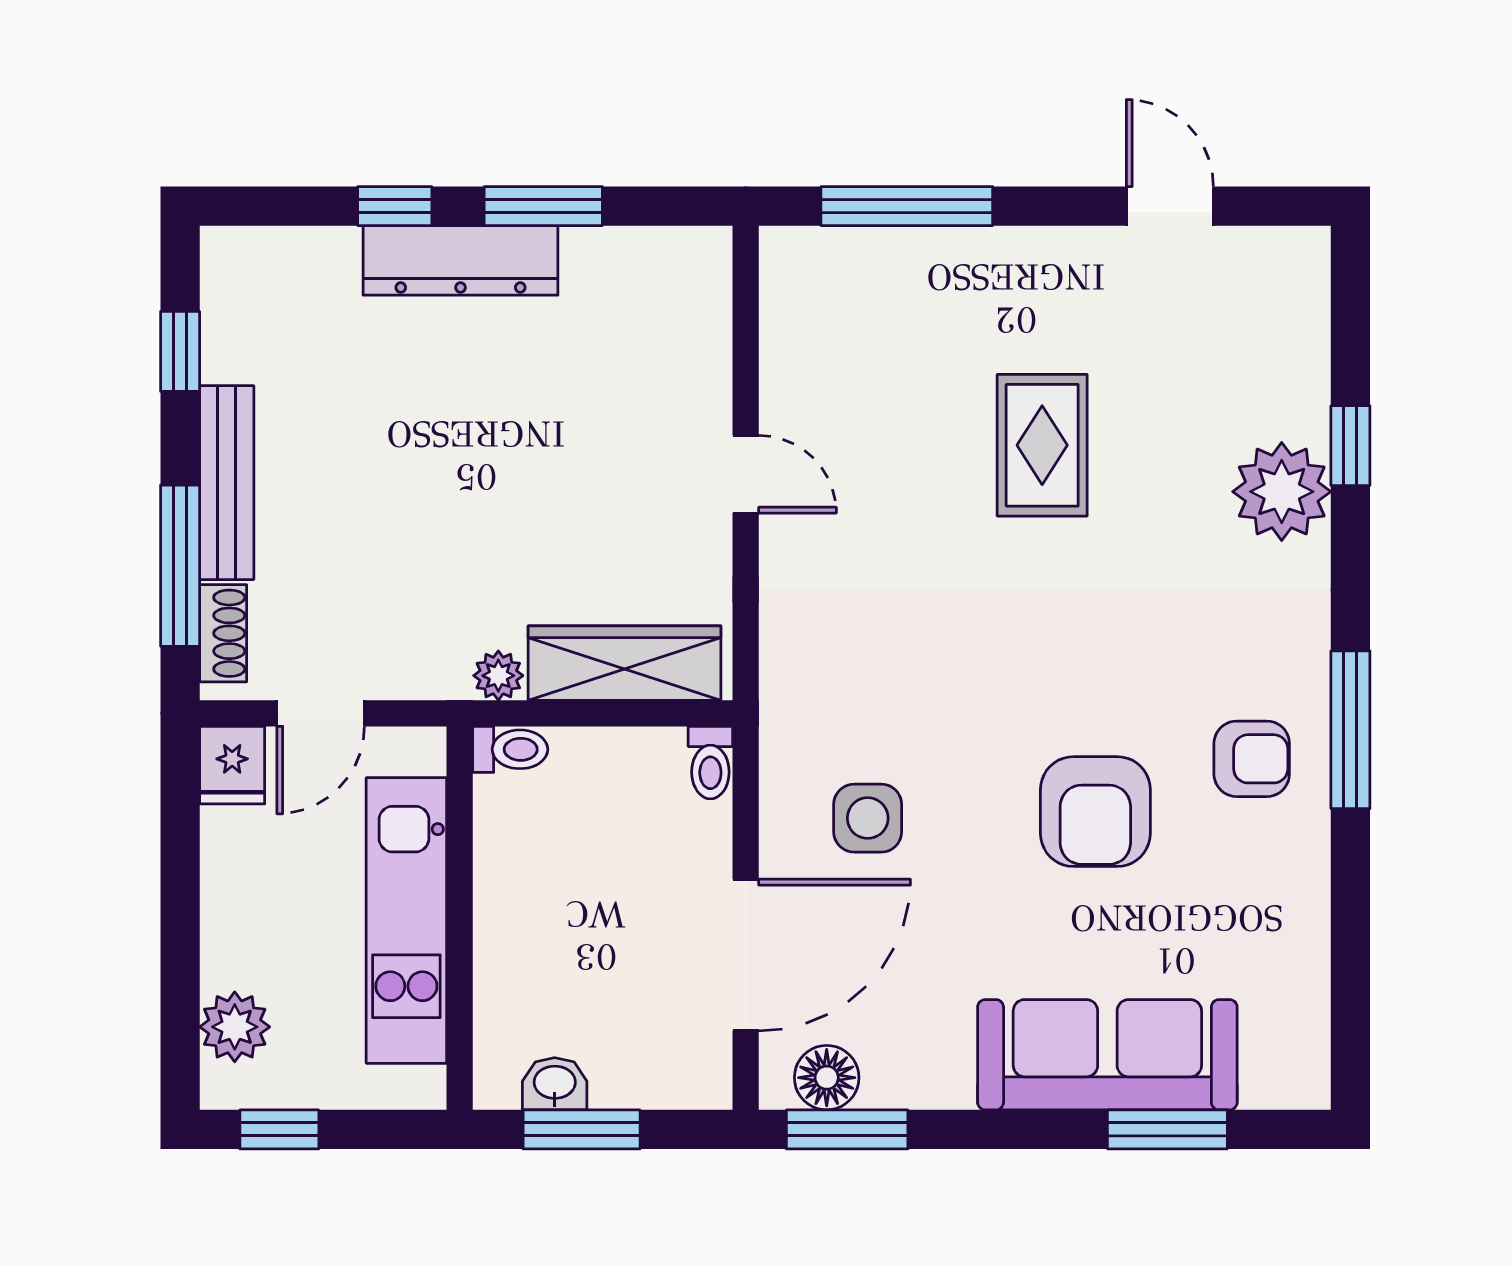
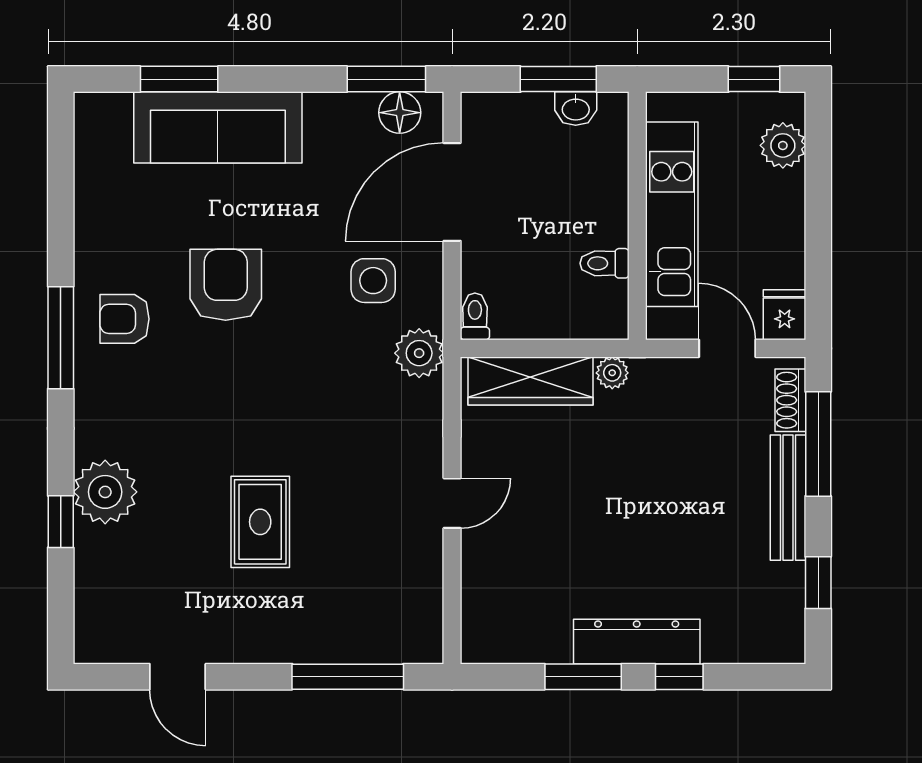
door: (746, 474) -> (452, 503), swing flipped
plant: (797, 706) -> (419, 353), added
door: (321, 713) -> (727, 348), hinge flipped
toilet: (510, 749) -> (605, 263), moved

